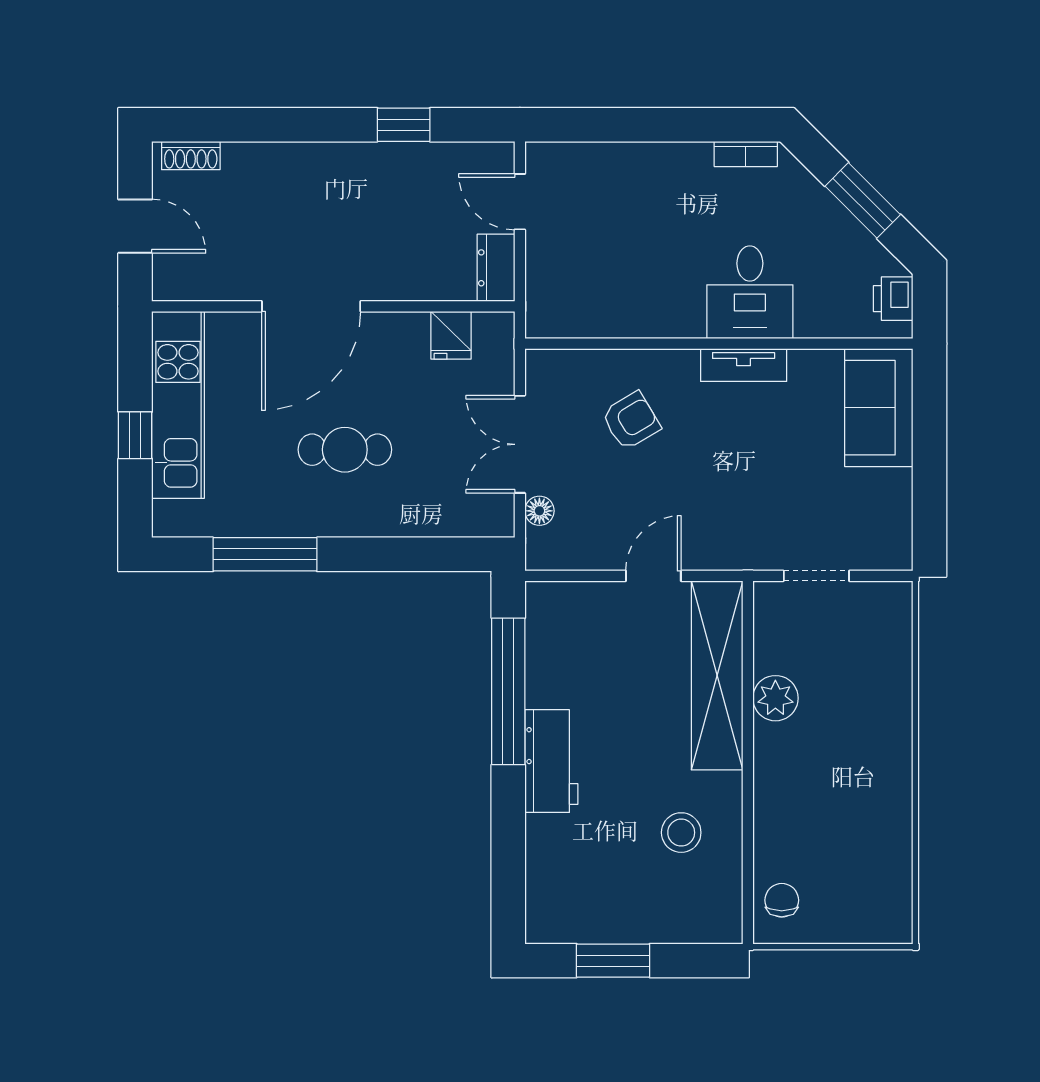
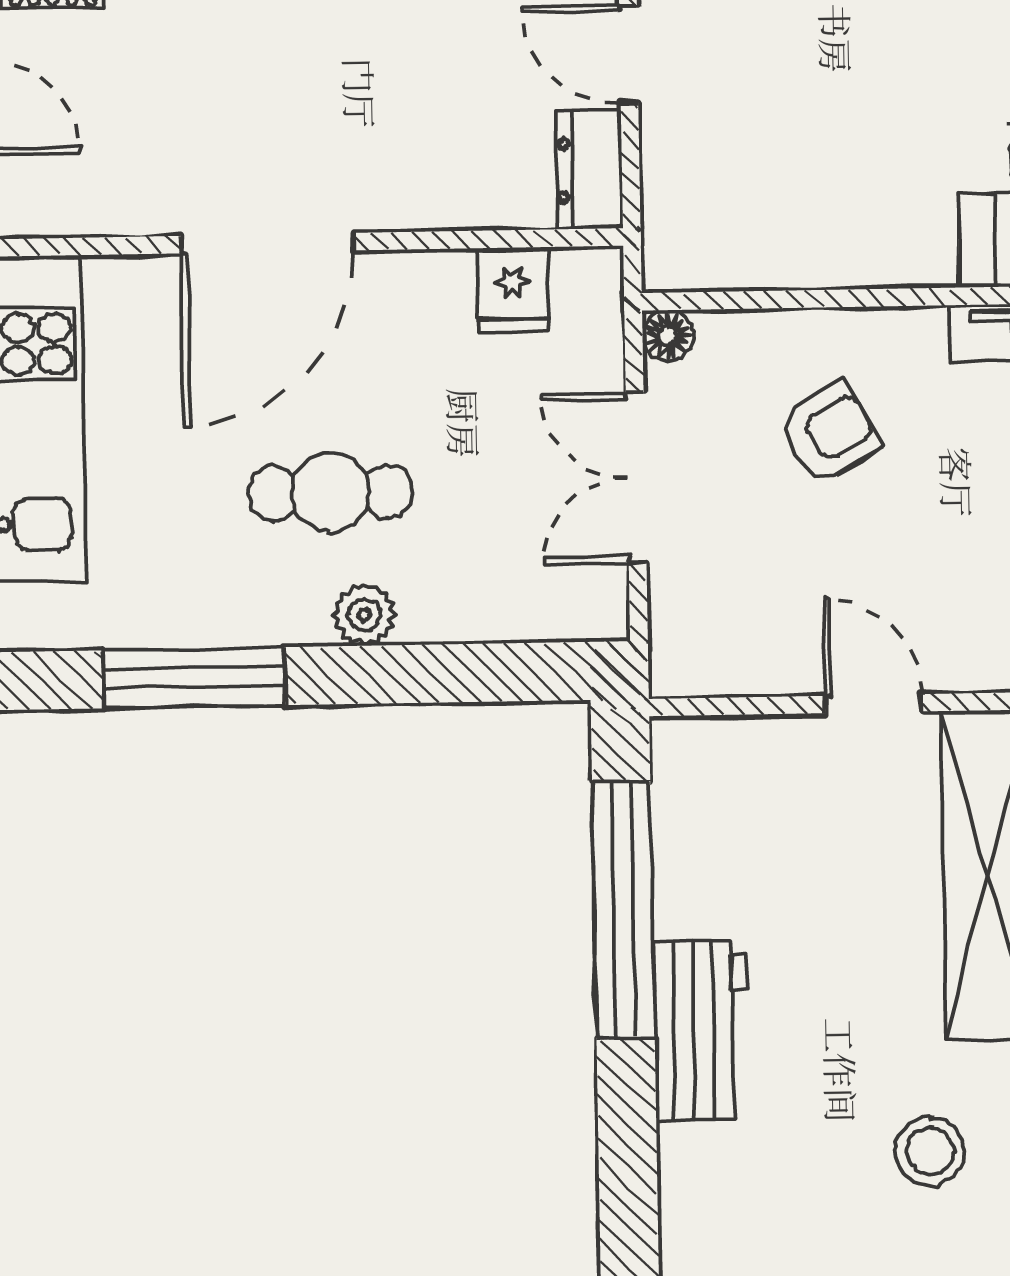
floor lamp: (539, 511) -> (668, 336), moved
plant: (363, 520) -> (365, 615), added
door: (653, 576) -> (873, 704), hinge flipped

